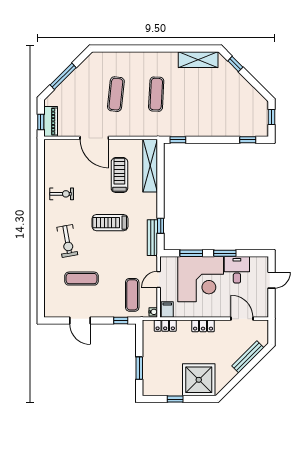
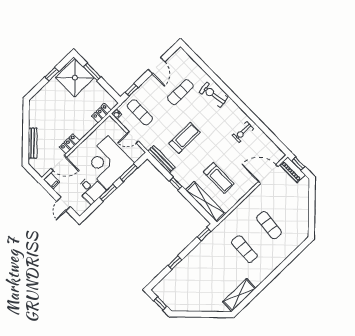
window: (235, 64) -> (214, 314), removed
window: (63, 76) -> (312, 205), removed
door: (94, 138) -> (268, 174), moved
window: (248, 140) -> (175, 263), moved
treadmill: (110, 223) -> (185, 138), moved
window: (161, 226) -> (175, 184), moved
exercise bike: (67, 241) -> (214, 95), moved
door: (159, 280) -> (133, 137), swing flipped
filing cabinet: (167, 310) -> (52, 181), moved
door: (80, 320) -> (157, 66), swing flipped
locker: (203, 326) -> (70, 144), moved
shower: (199, 380) -> (75, 78), moved

